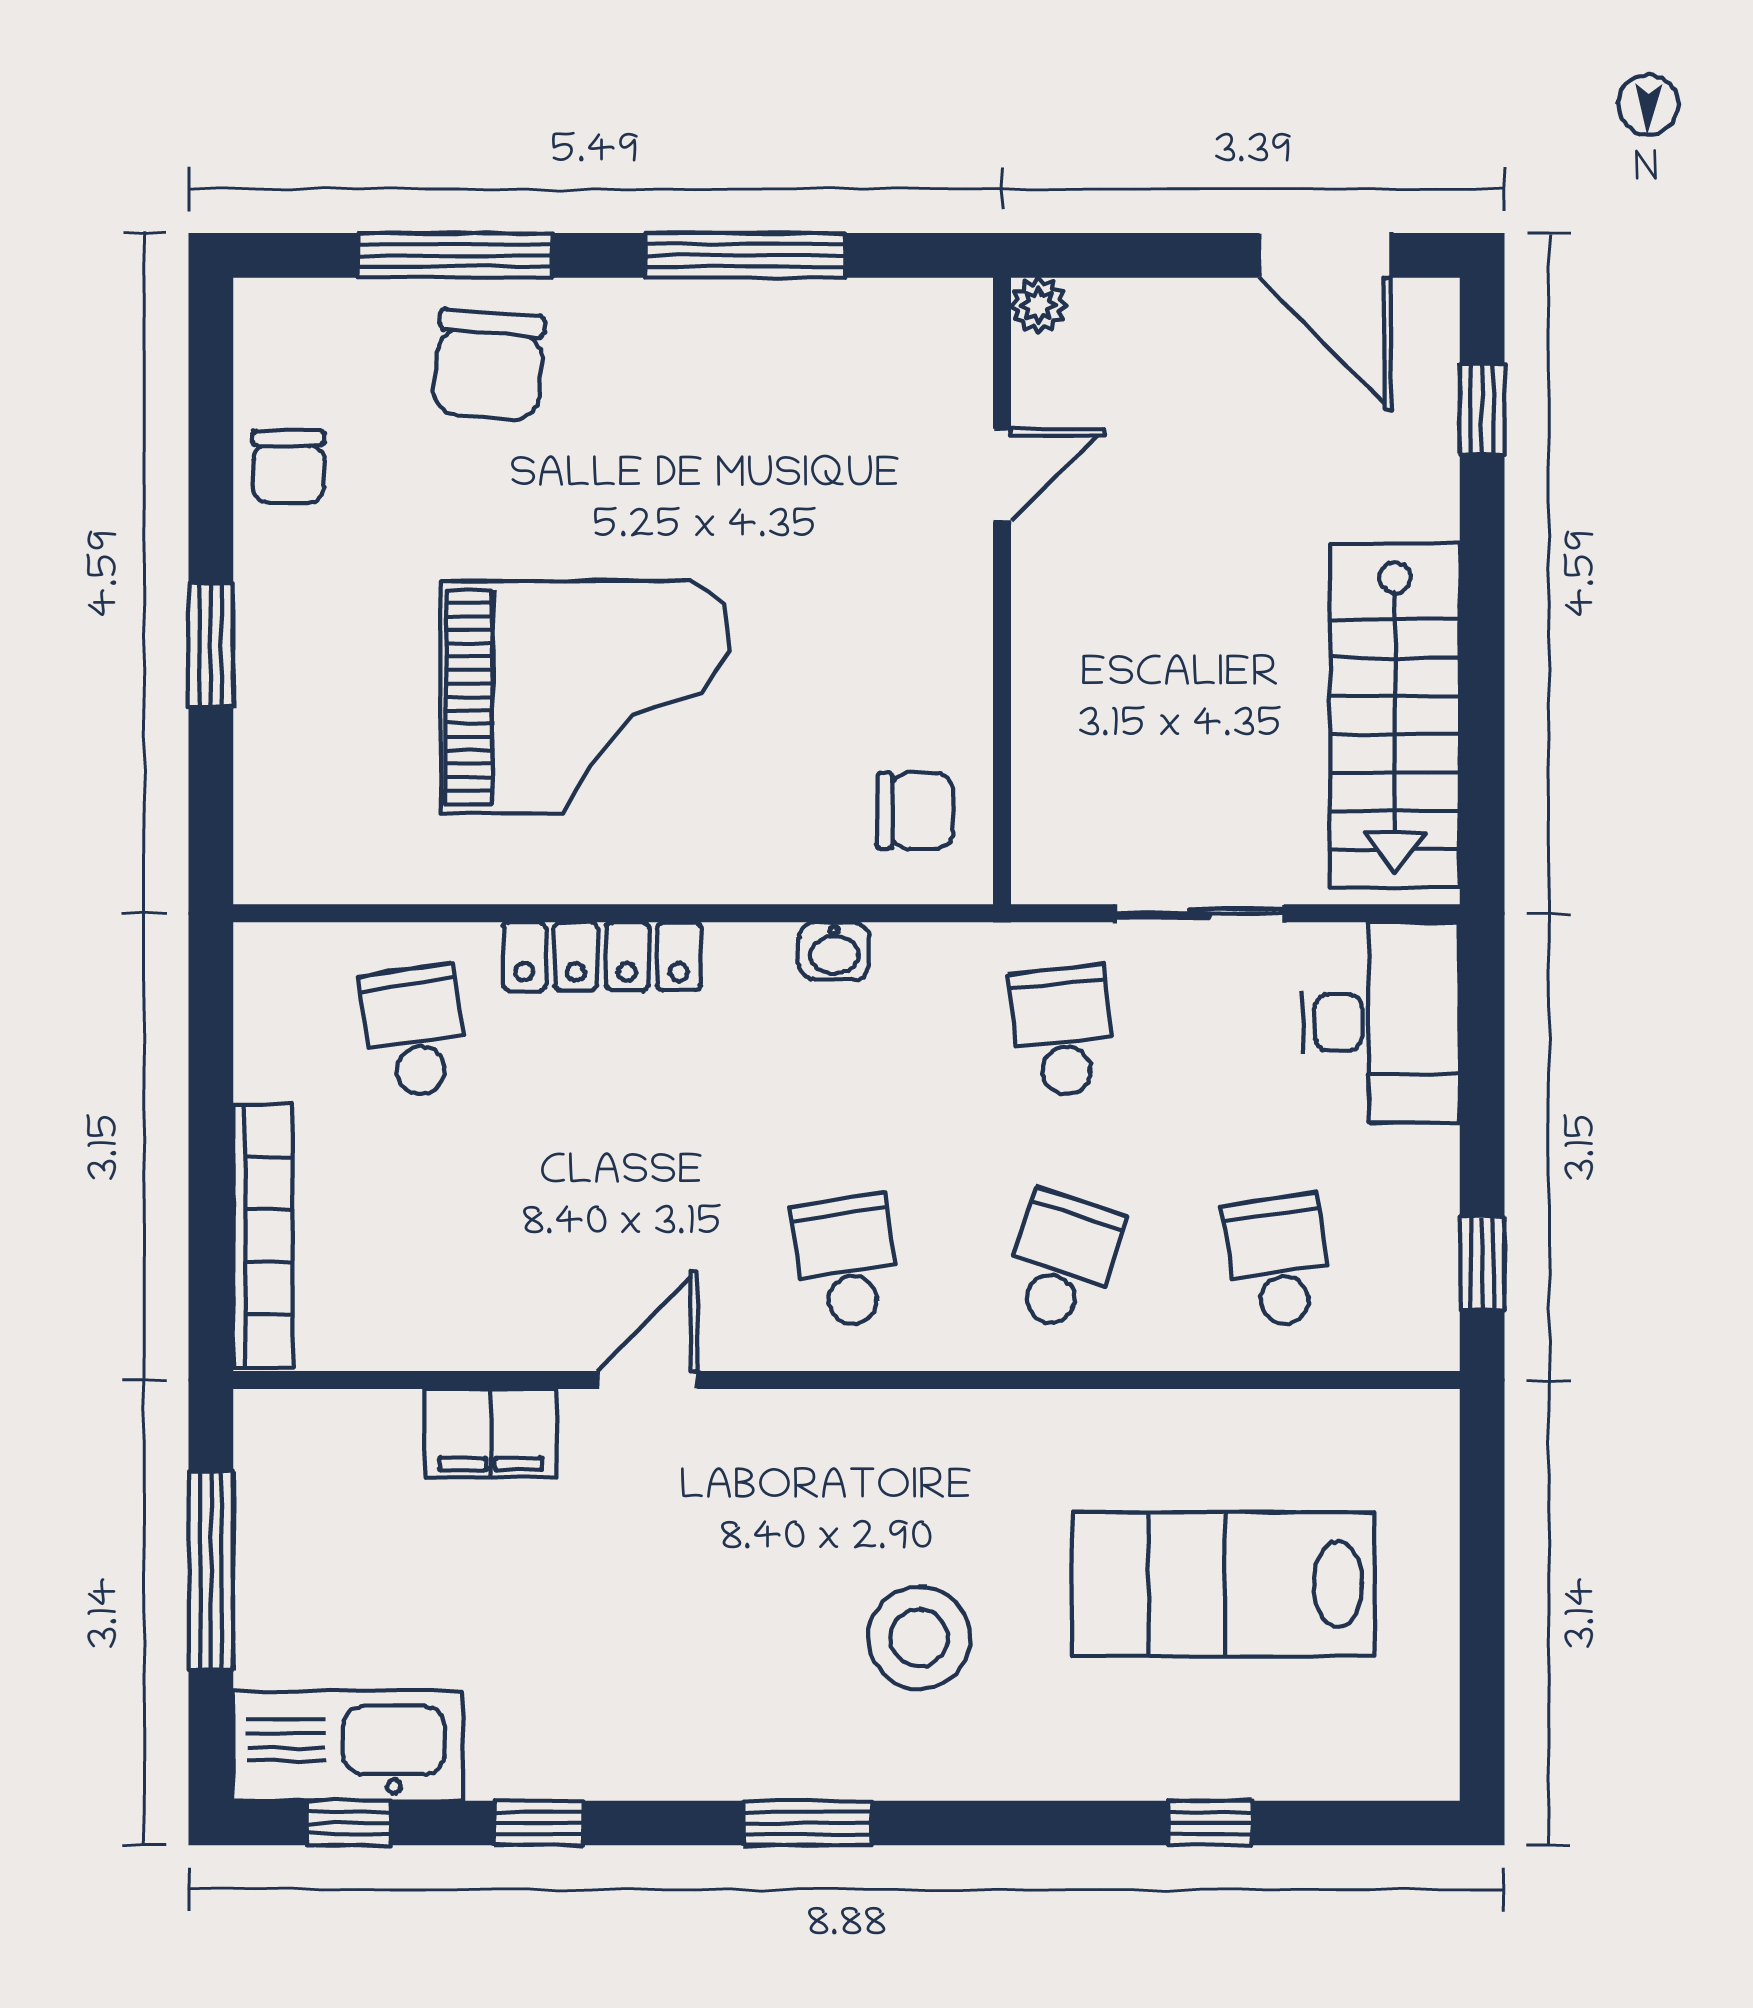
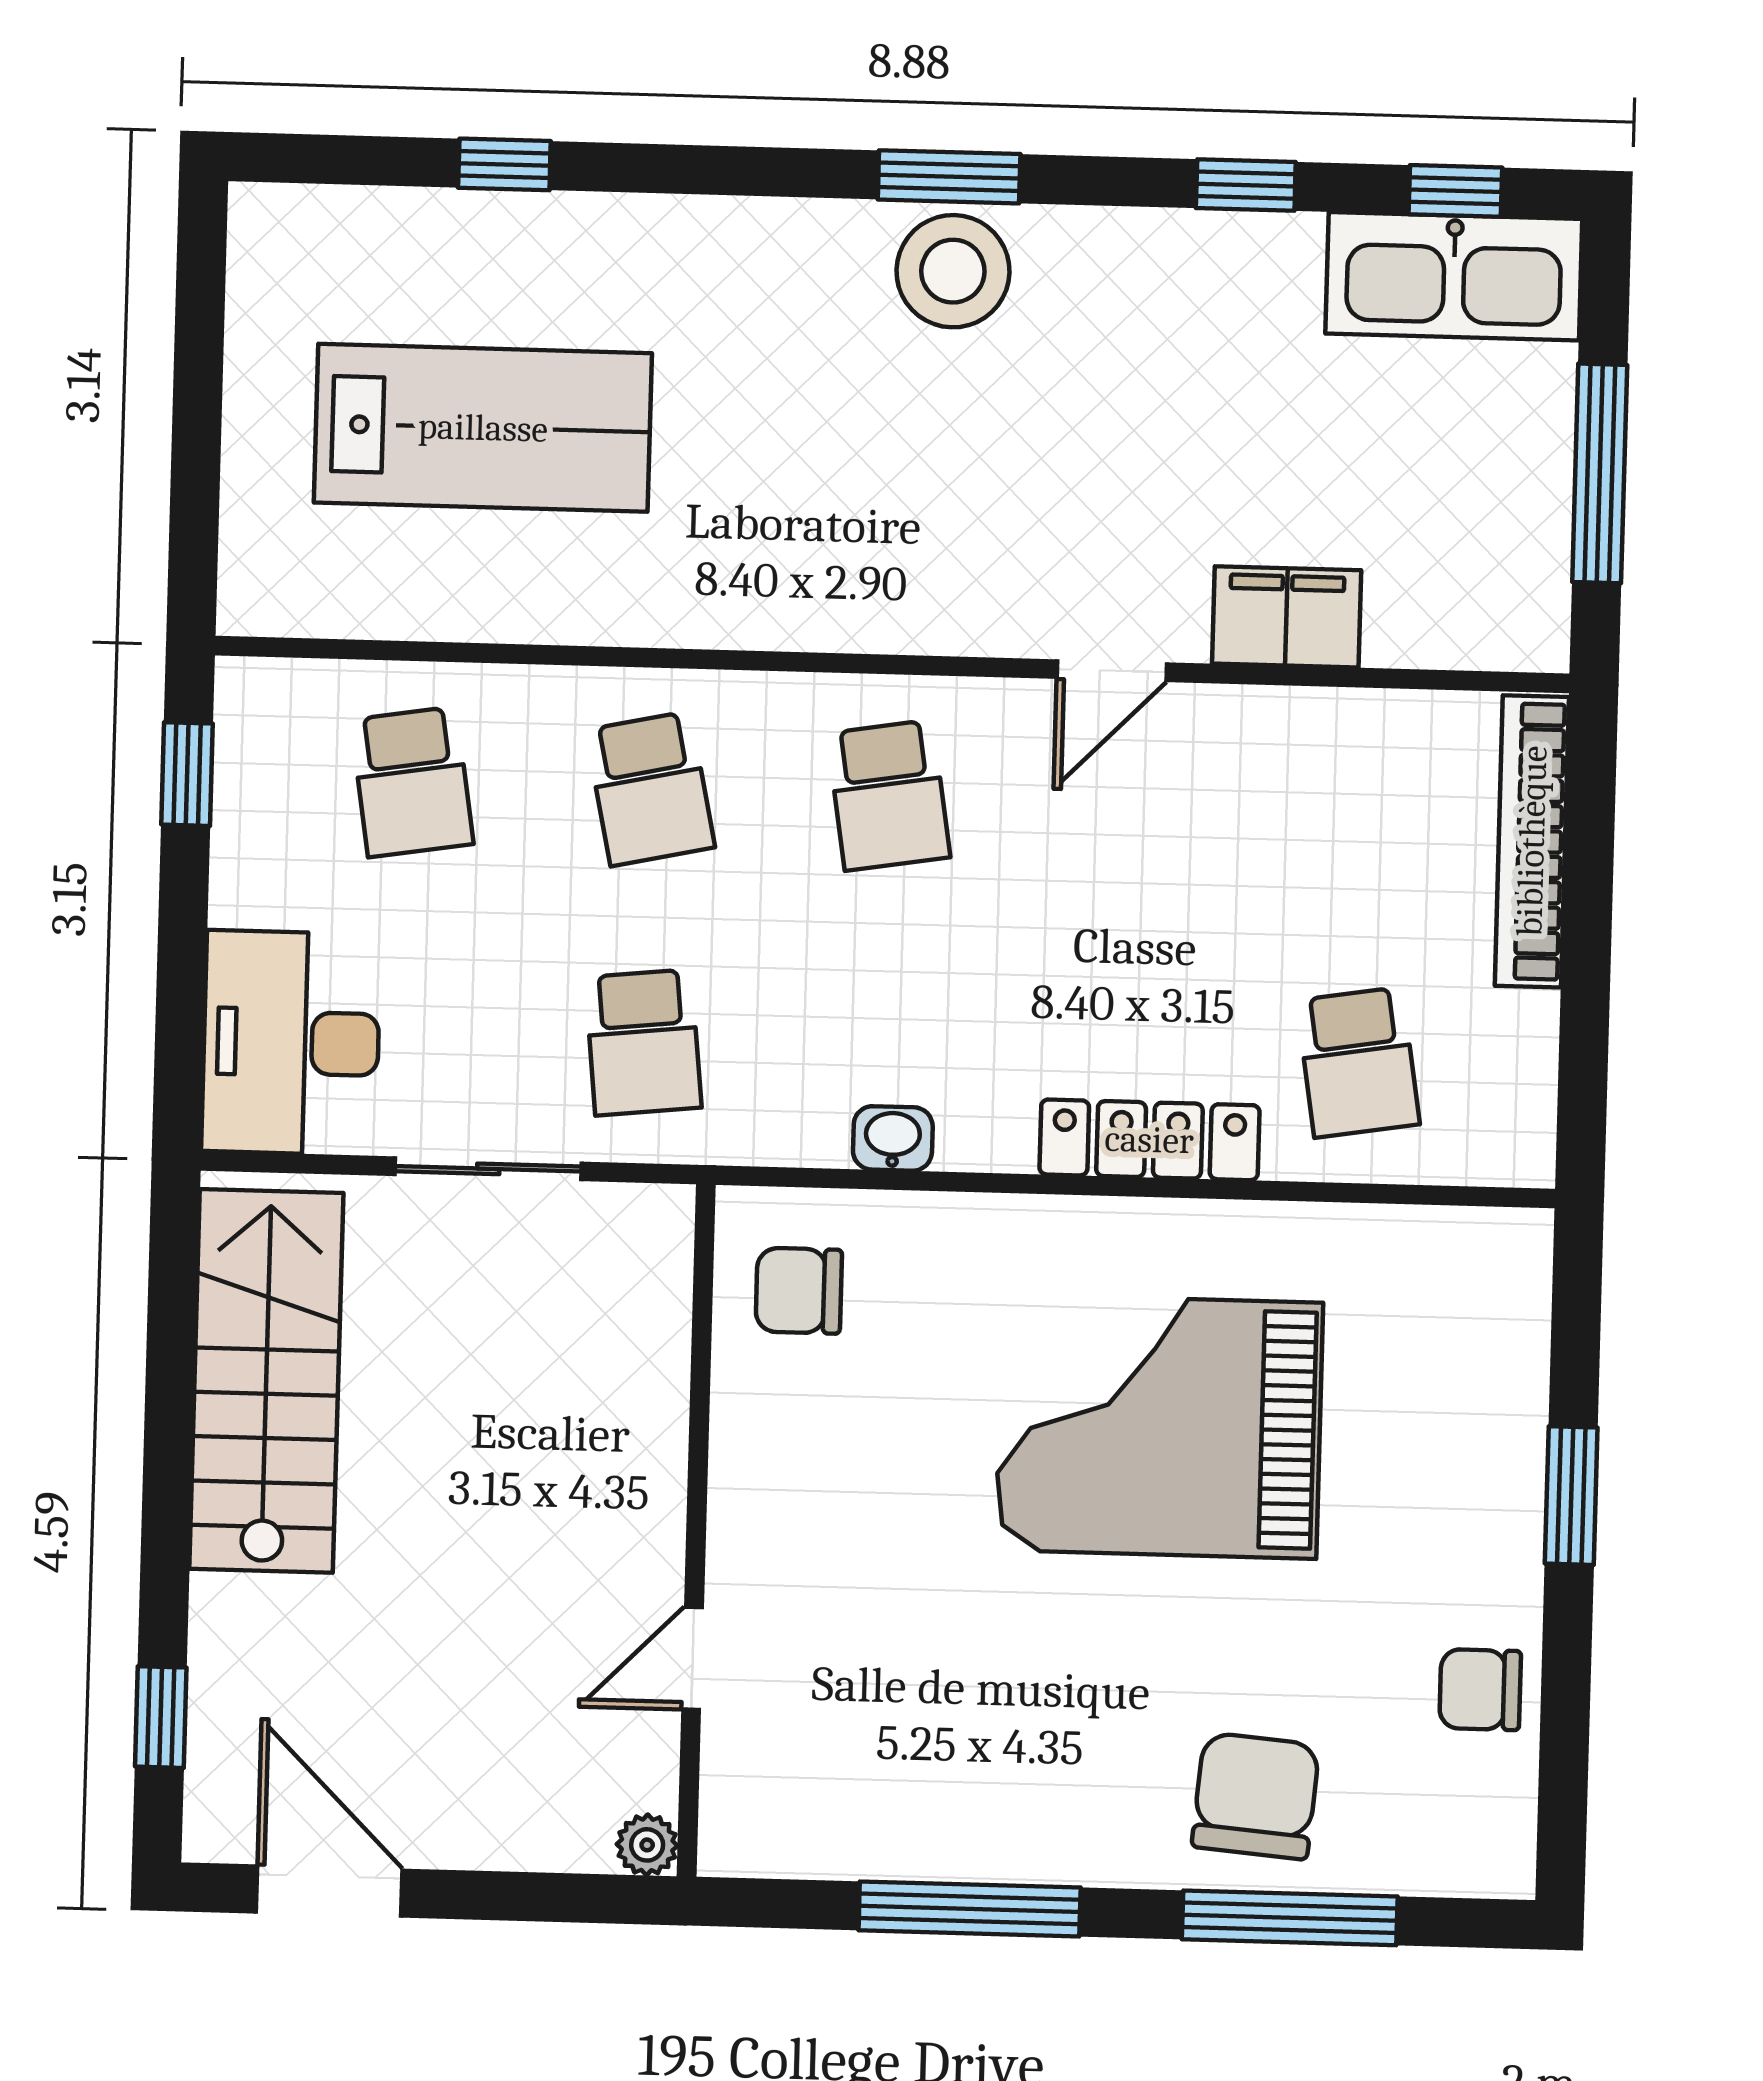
chair: (288, 467) -> (1480, 1690), turned -90
school desk: (1062, 1262) -> (650, 789), turned -30
stool: (919, 1638) -> (953, 271), moved

